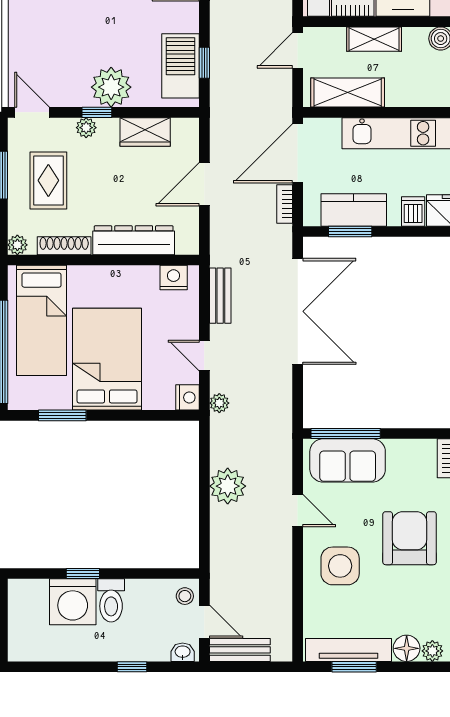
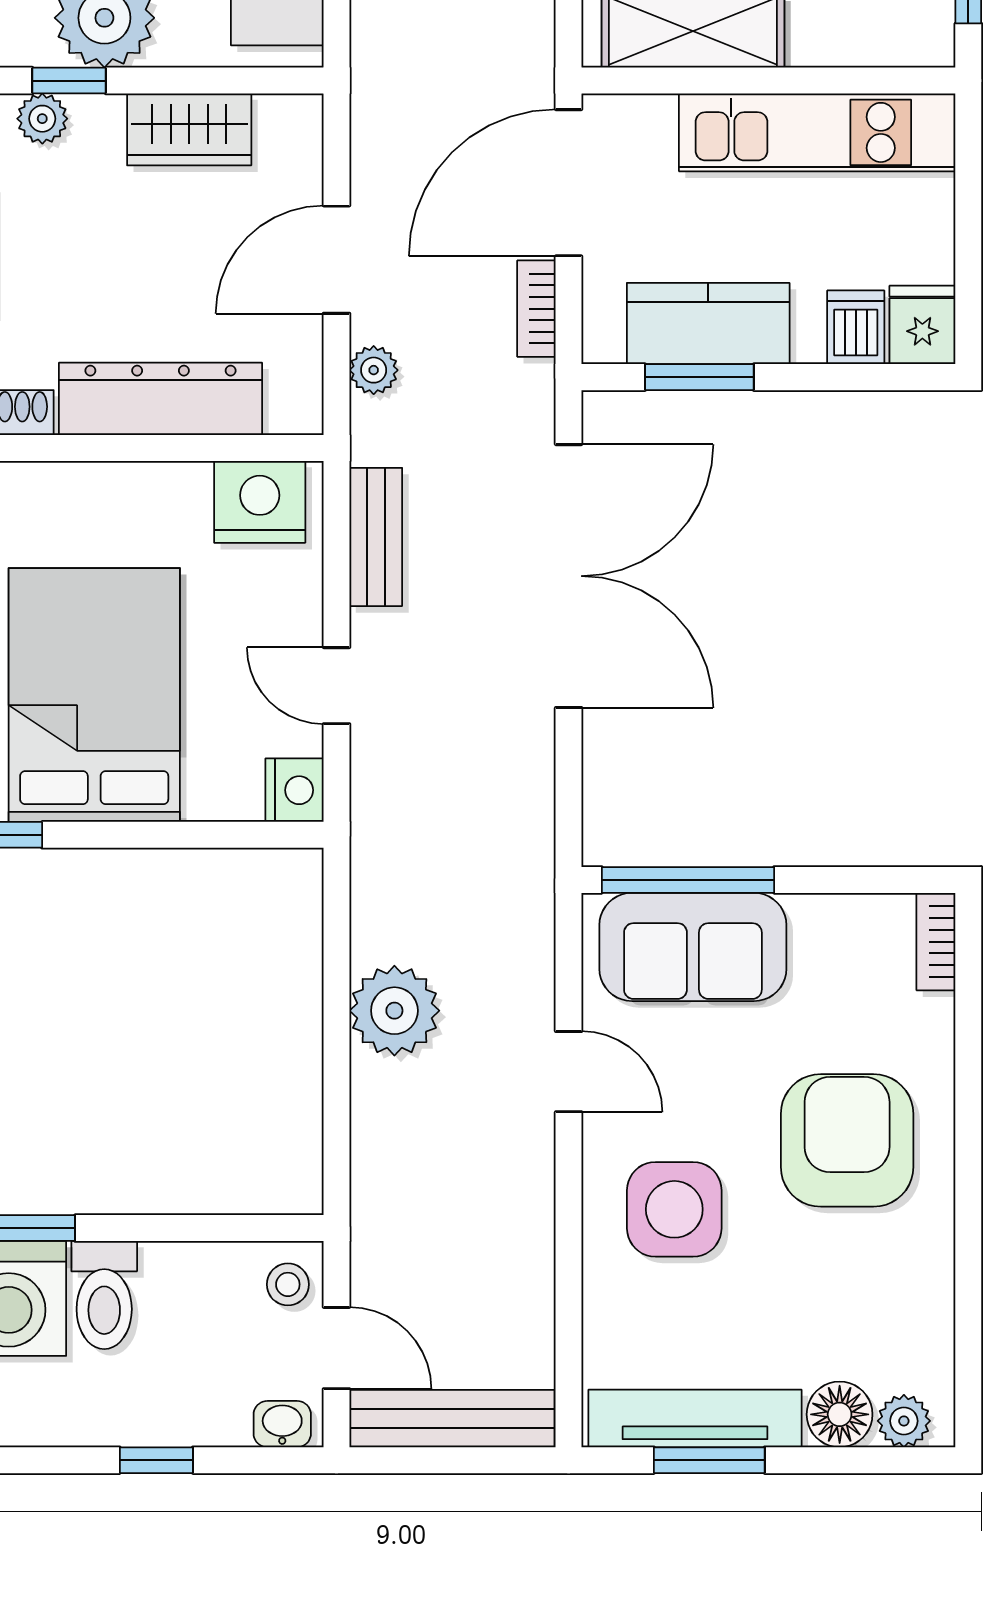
nightstand: (174, 278) -> (260, 502), width x1.36, depth x1.33
plant: (219, 403) -> (374, 370), moved
bench: (240, 650) -> (452, 1419), width x1.36

